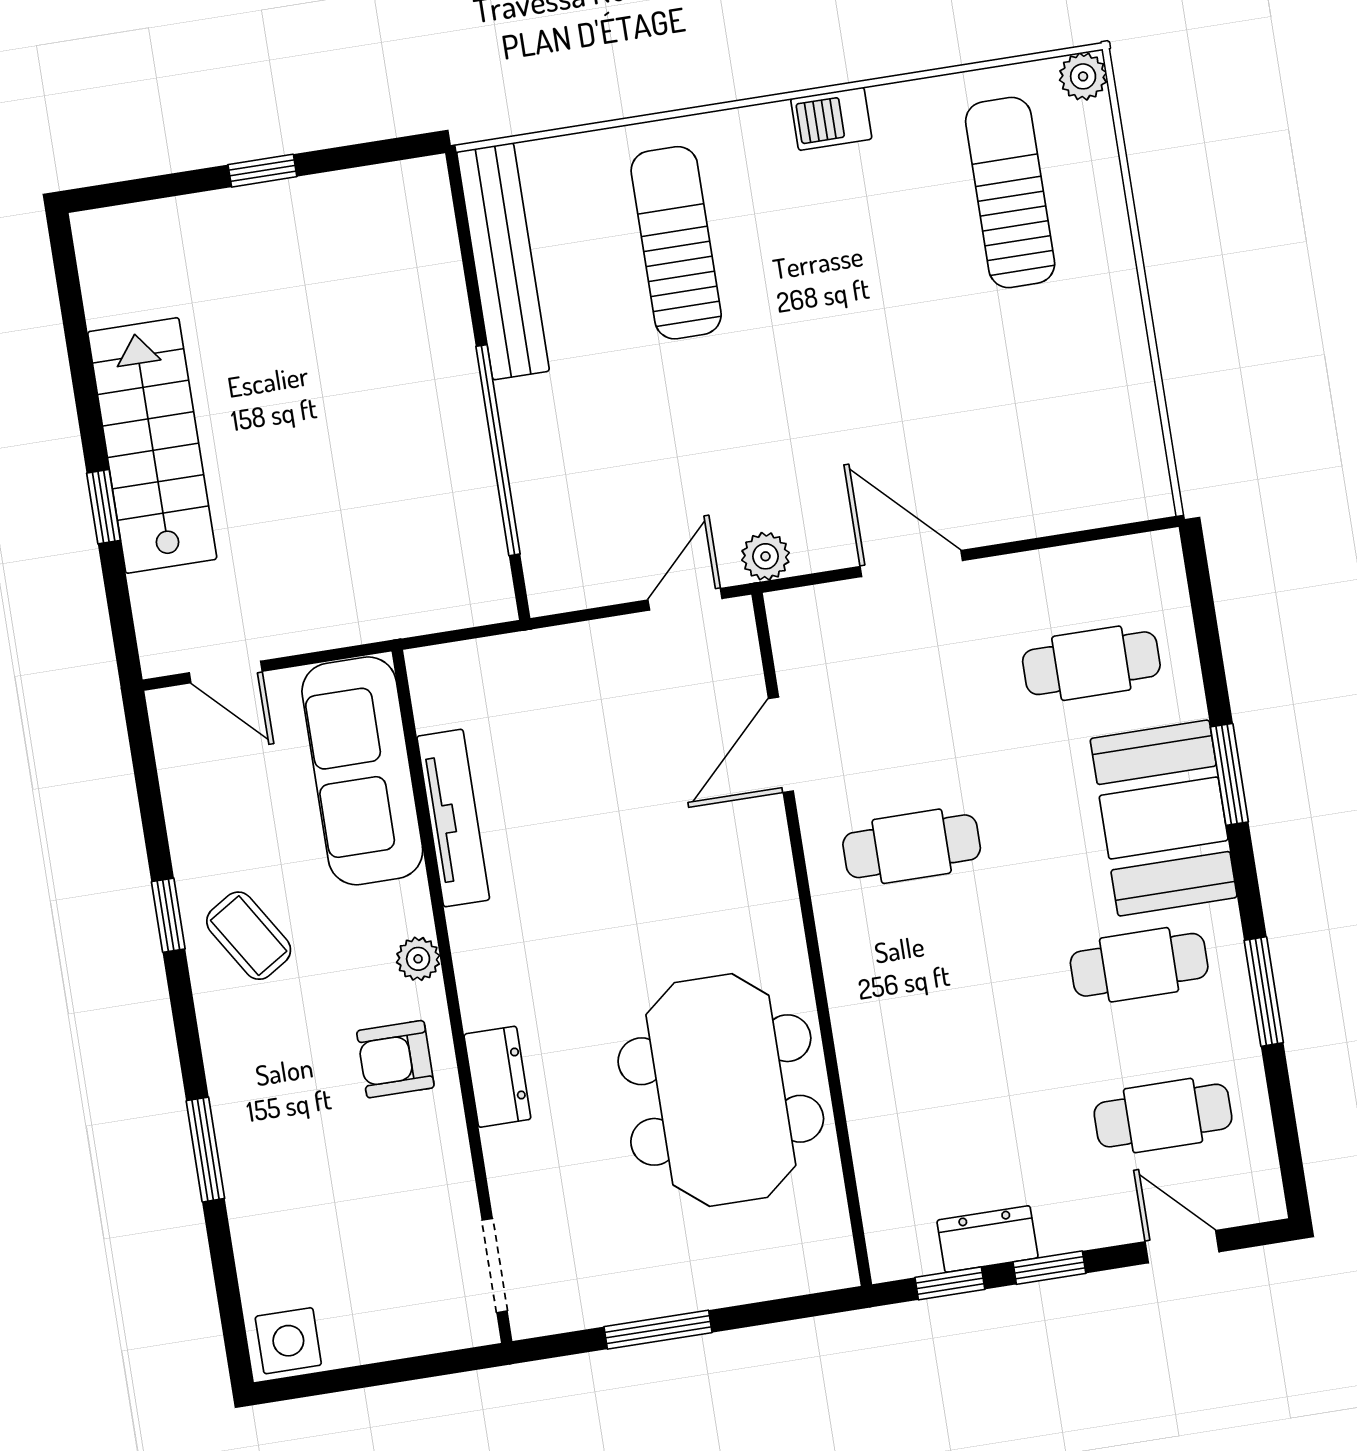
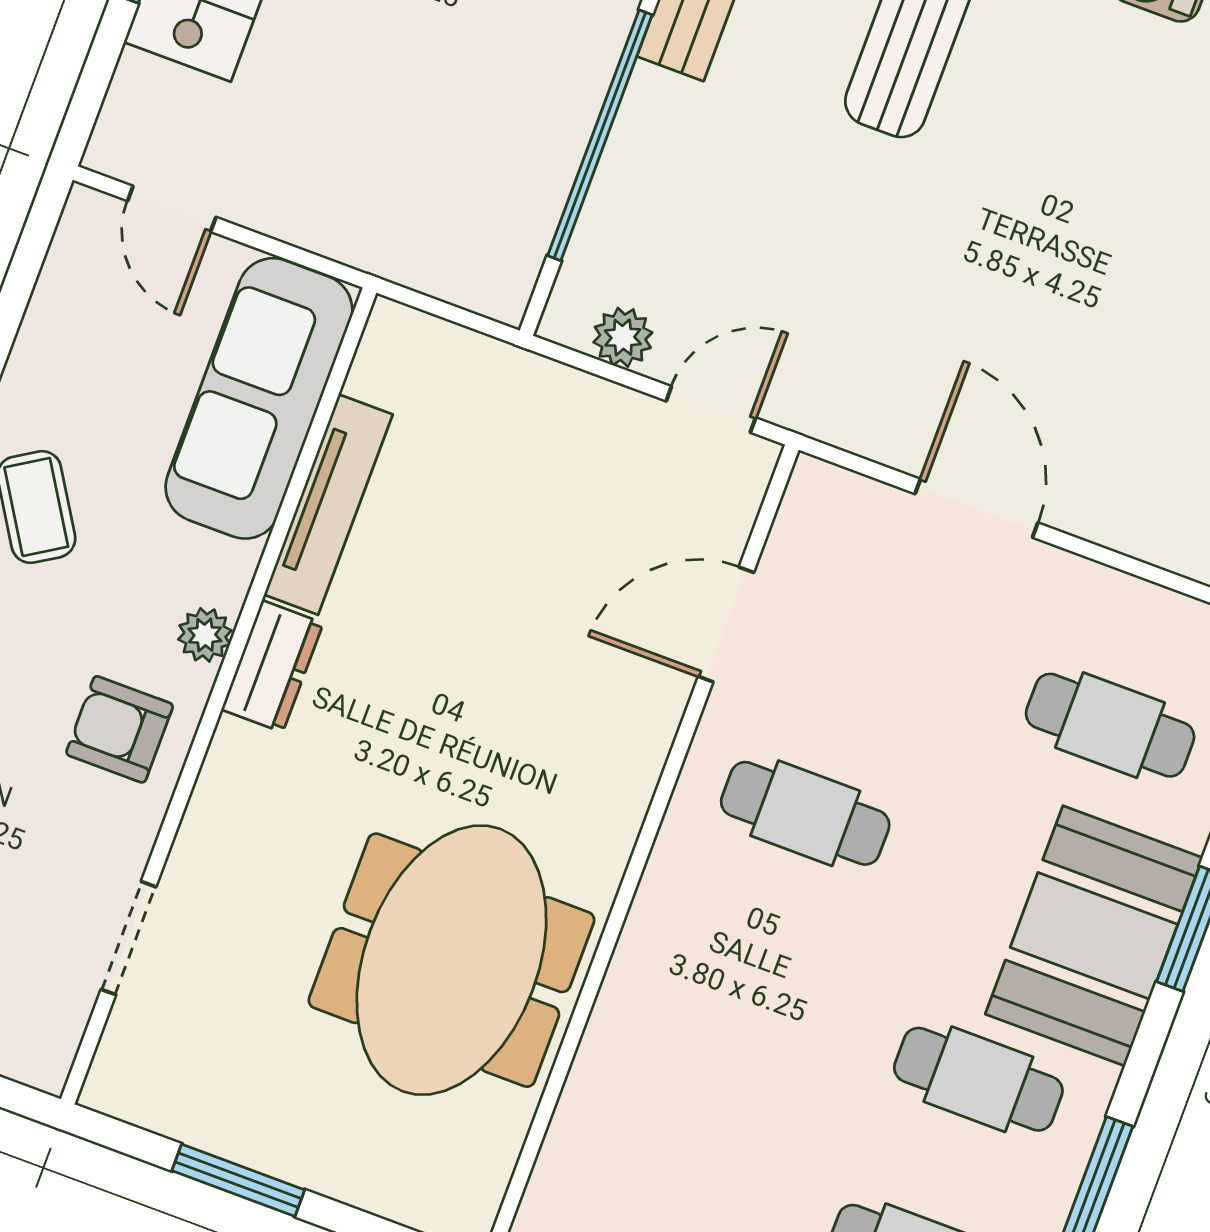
plant: (765, 556) -> (623, 337), moved
dresser: (497, 1077) -> (272, 666), moved
doorway: (495, 1266) -> (129, 938), moved

